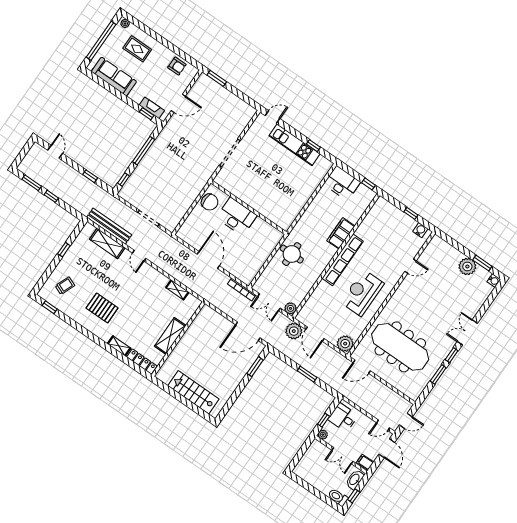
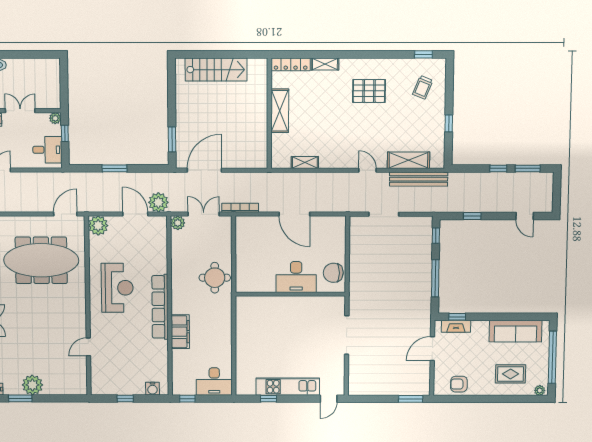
water cooler: (420, 230) -> (152, 389), moved

